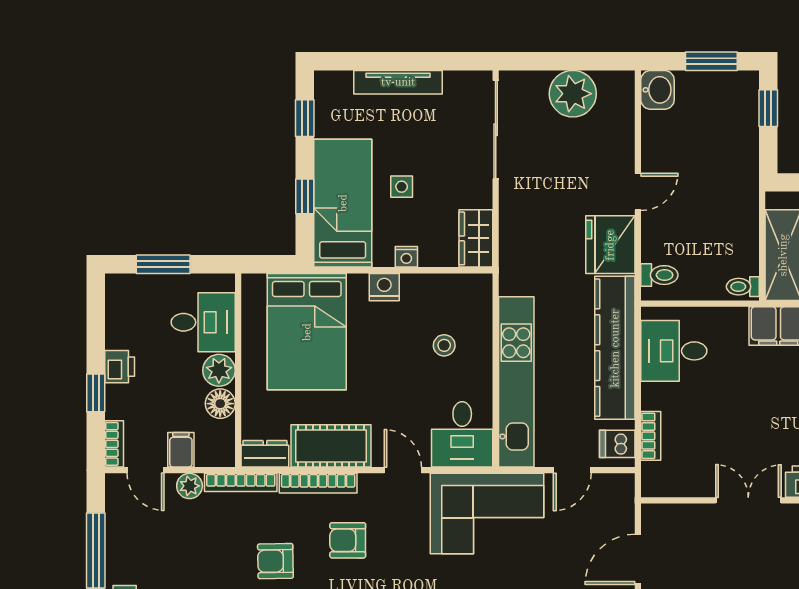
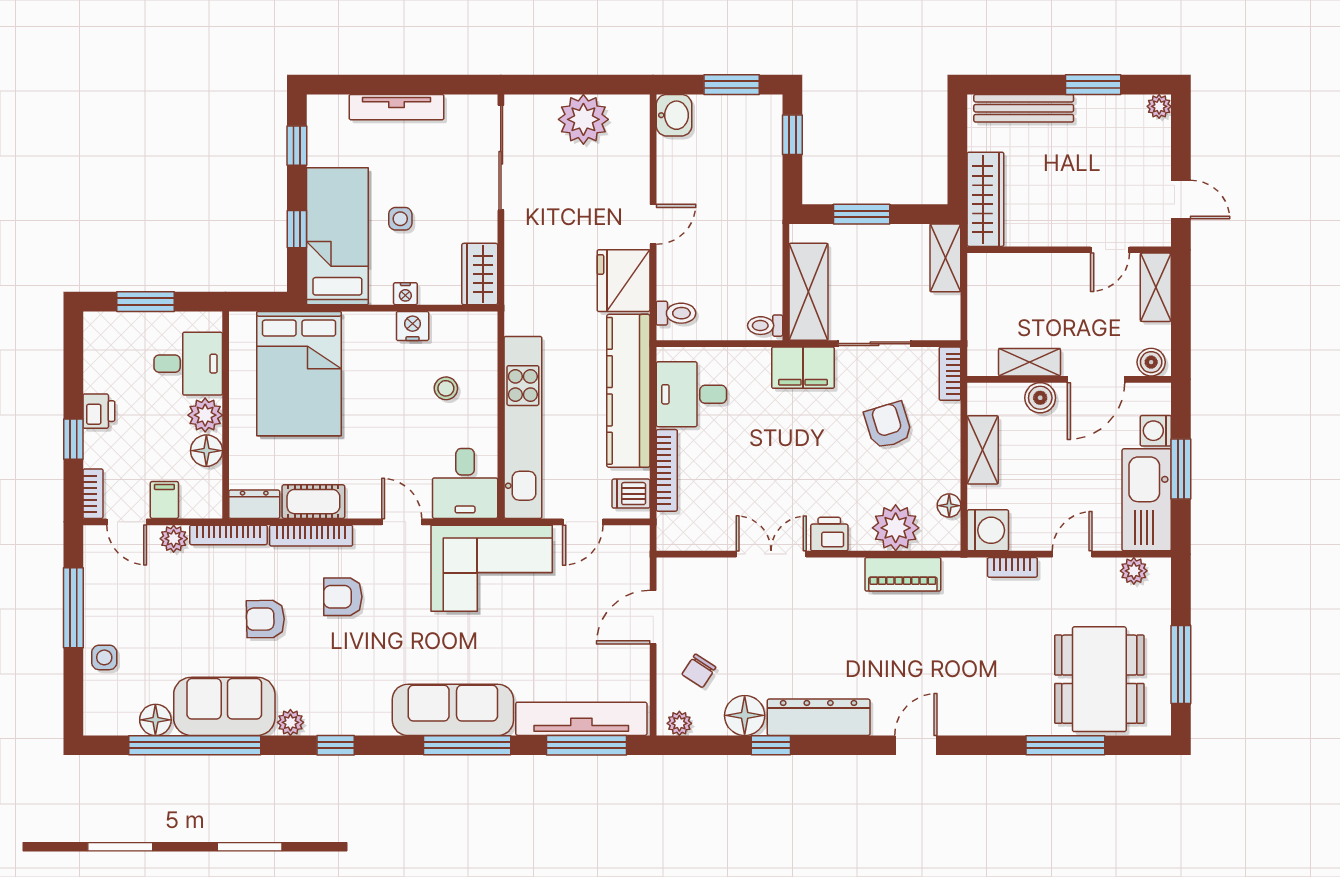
nightstand: (384, 287) -> (413, 326), moved
bookcase: (651, 436) -> (667, 470), width x1.56
cot: (331, 446) -> (313, 502), width x0.73, depth x0.75

